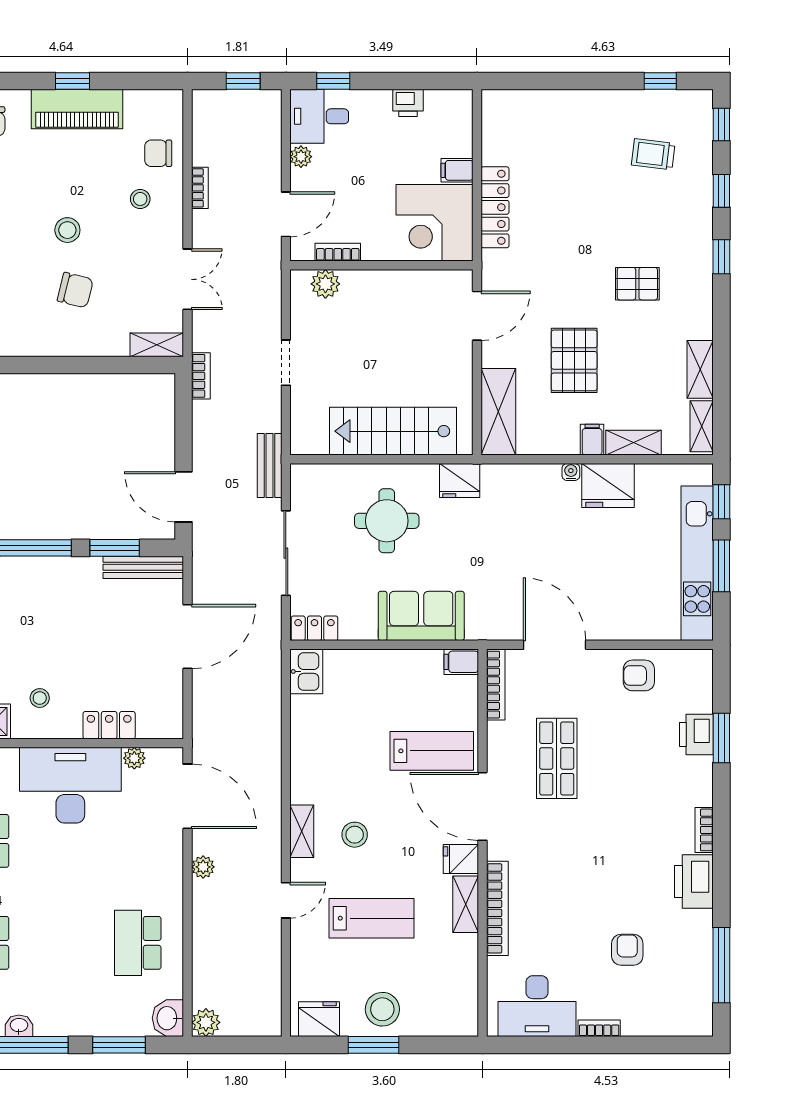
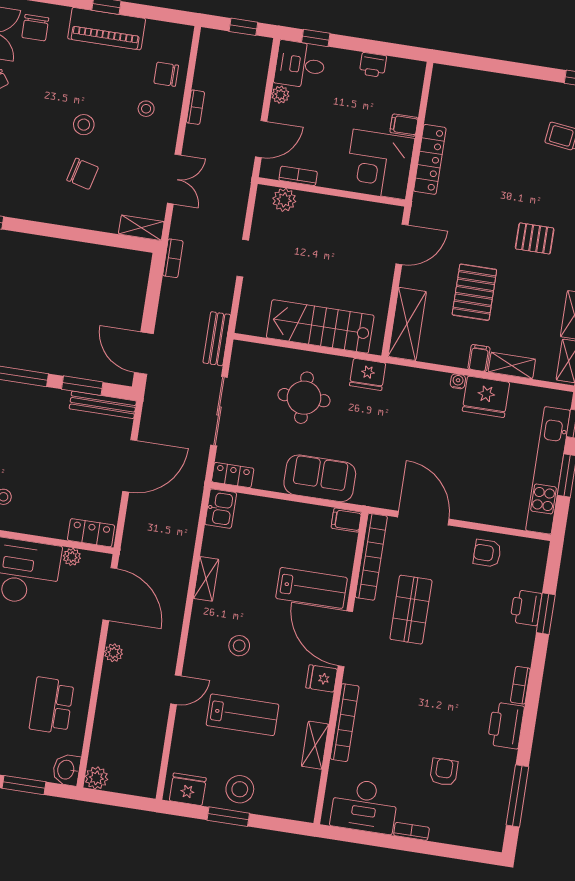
bookcase: (496, 685) -> (371, 557), width x1.48, depth x1.31
locker: (109, 725) -> (91, 533), moved
shelving: (302, 831) -> (206, 579), moved
shelving: (466, 904) -> (315, 745), moved

